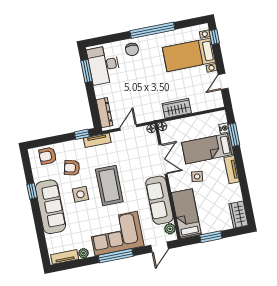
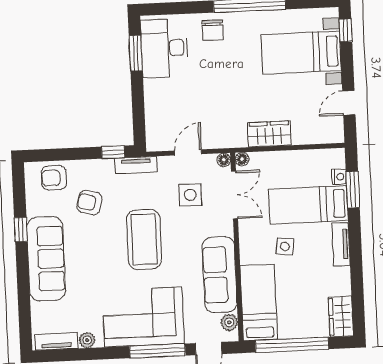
dresser: (104, 113) -> (154, 123), removed
double door: (163, 159) -> (235, 195), moved
side table: (80, 194) -> (190, 195), moved
window: (211, 237) -> (292, 345), width x2.11
window: (116, 256) -> (157, 351), moved

